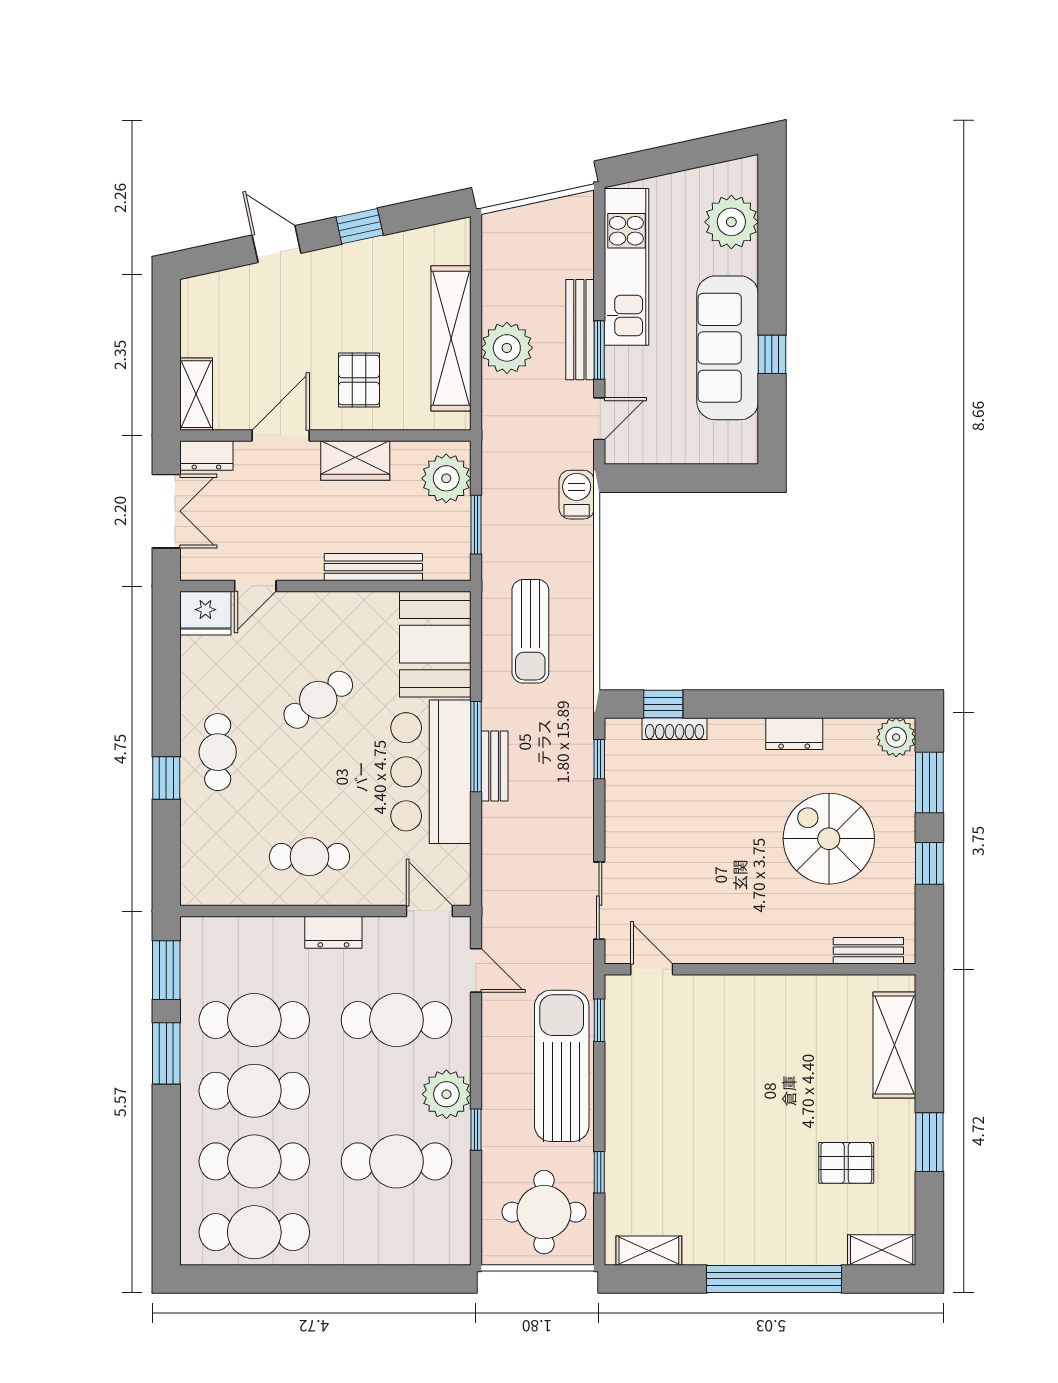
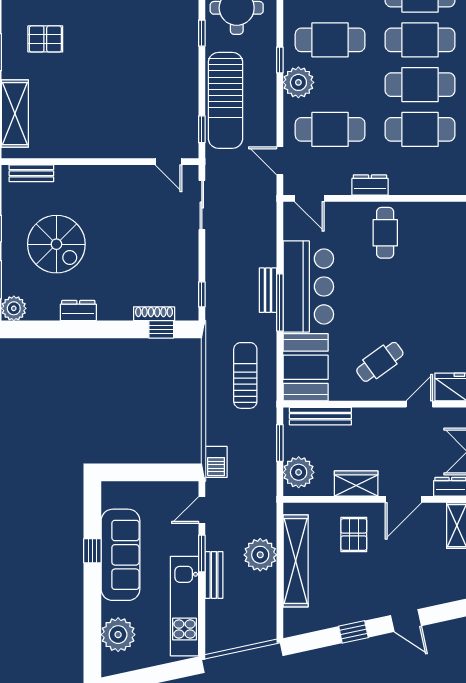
bench: (580, 330) -> (214, 575), width x0.73
bench: (373, 567) -> (320, 416), moved
cafe table: (318, 700) -> (380, 362), moved
cafe table: (218, 752) -> (443, 299), removed
cafe table: (309, 857) -> (385, 233), turned 90

